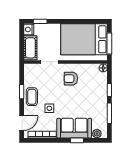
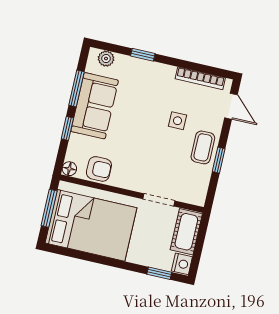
armchair: (71, 79) -> (99, 169), moved
door: (22, 123) -> (231, 106), swing flipped
sofa: (74, 128) -> (95, 106), moved, turned -90

